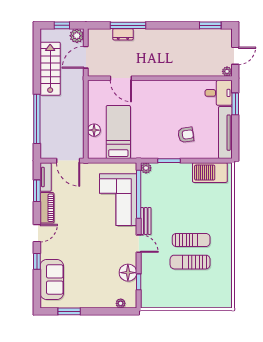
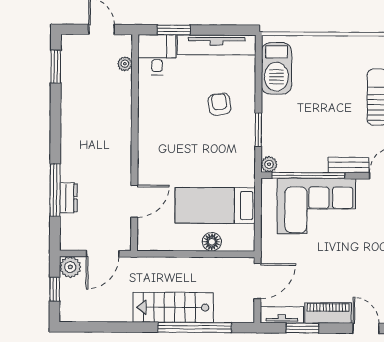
door: (86, 57) -> (103, 254), hinge flipped
stairs: (50, 69) -> (173, 307), moved
plant: (227, 71) -> (125, 64), moved

